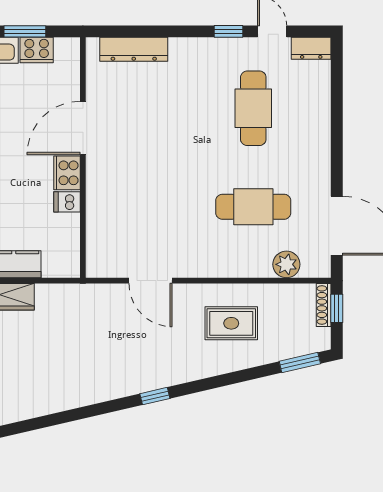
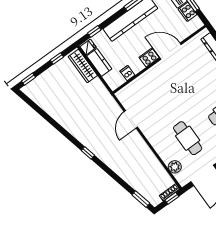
dishwasher: (67, 202) -> (127, 73), moved
rug: (231, 323) -> (137, 162), removed

